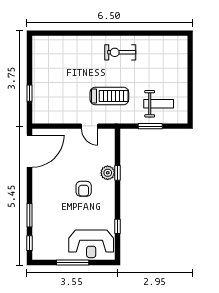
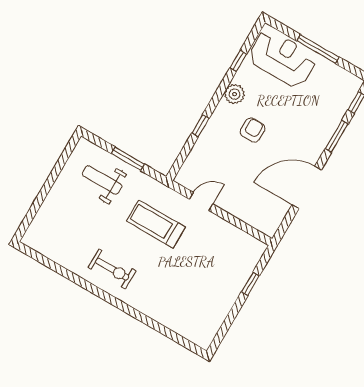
door: (90, 126) -> (201, 202), hinge flipped
door: (30, 151) -> (307, 187), moved
plant: (108, 173) -> (235, 94), moved

